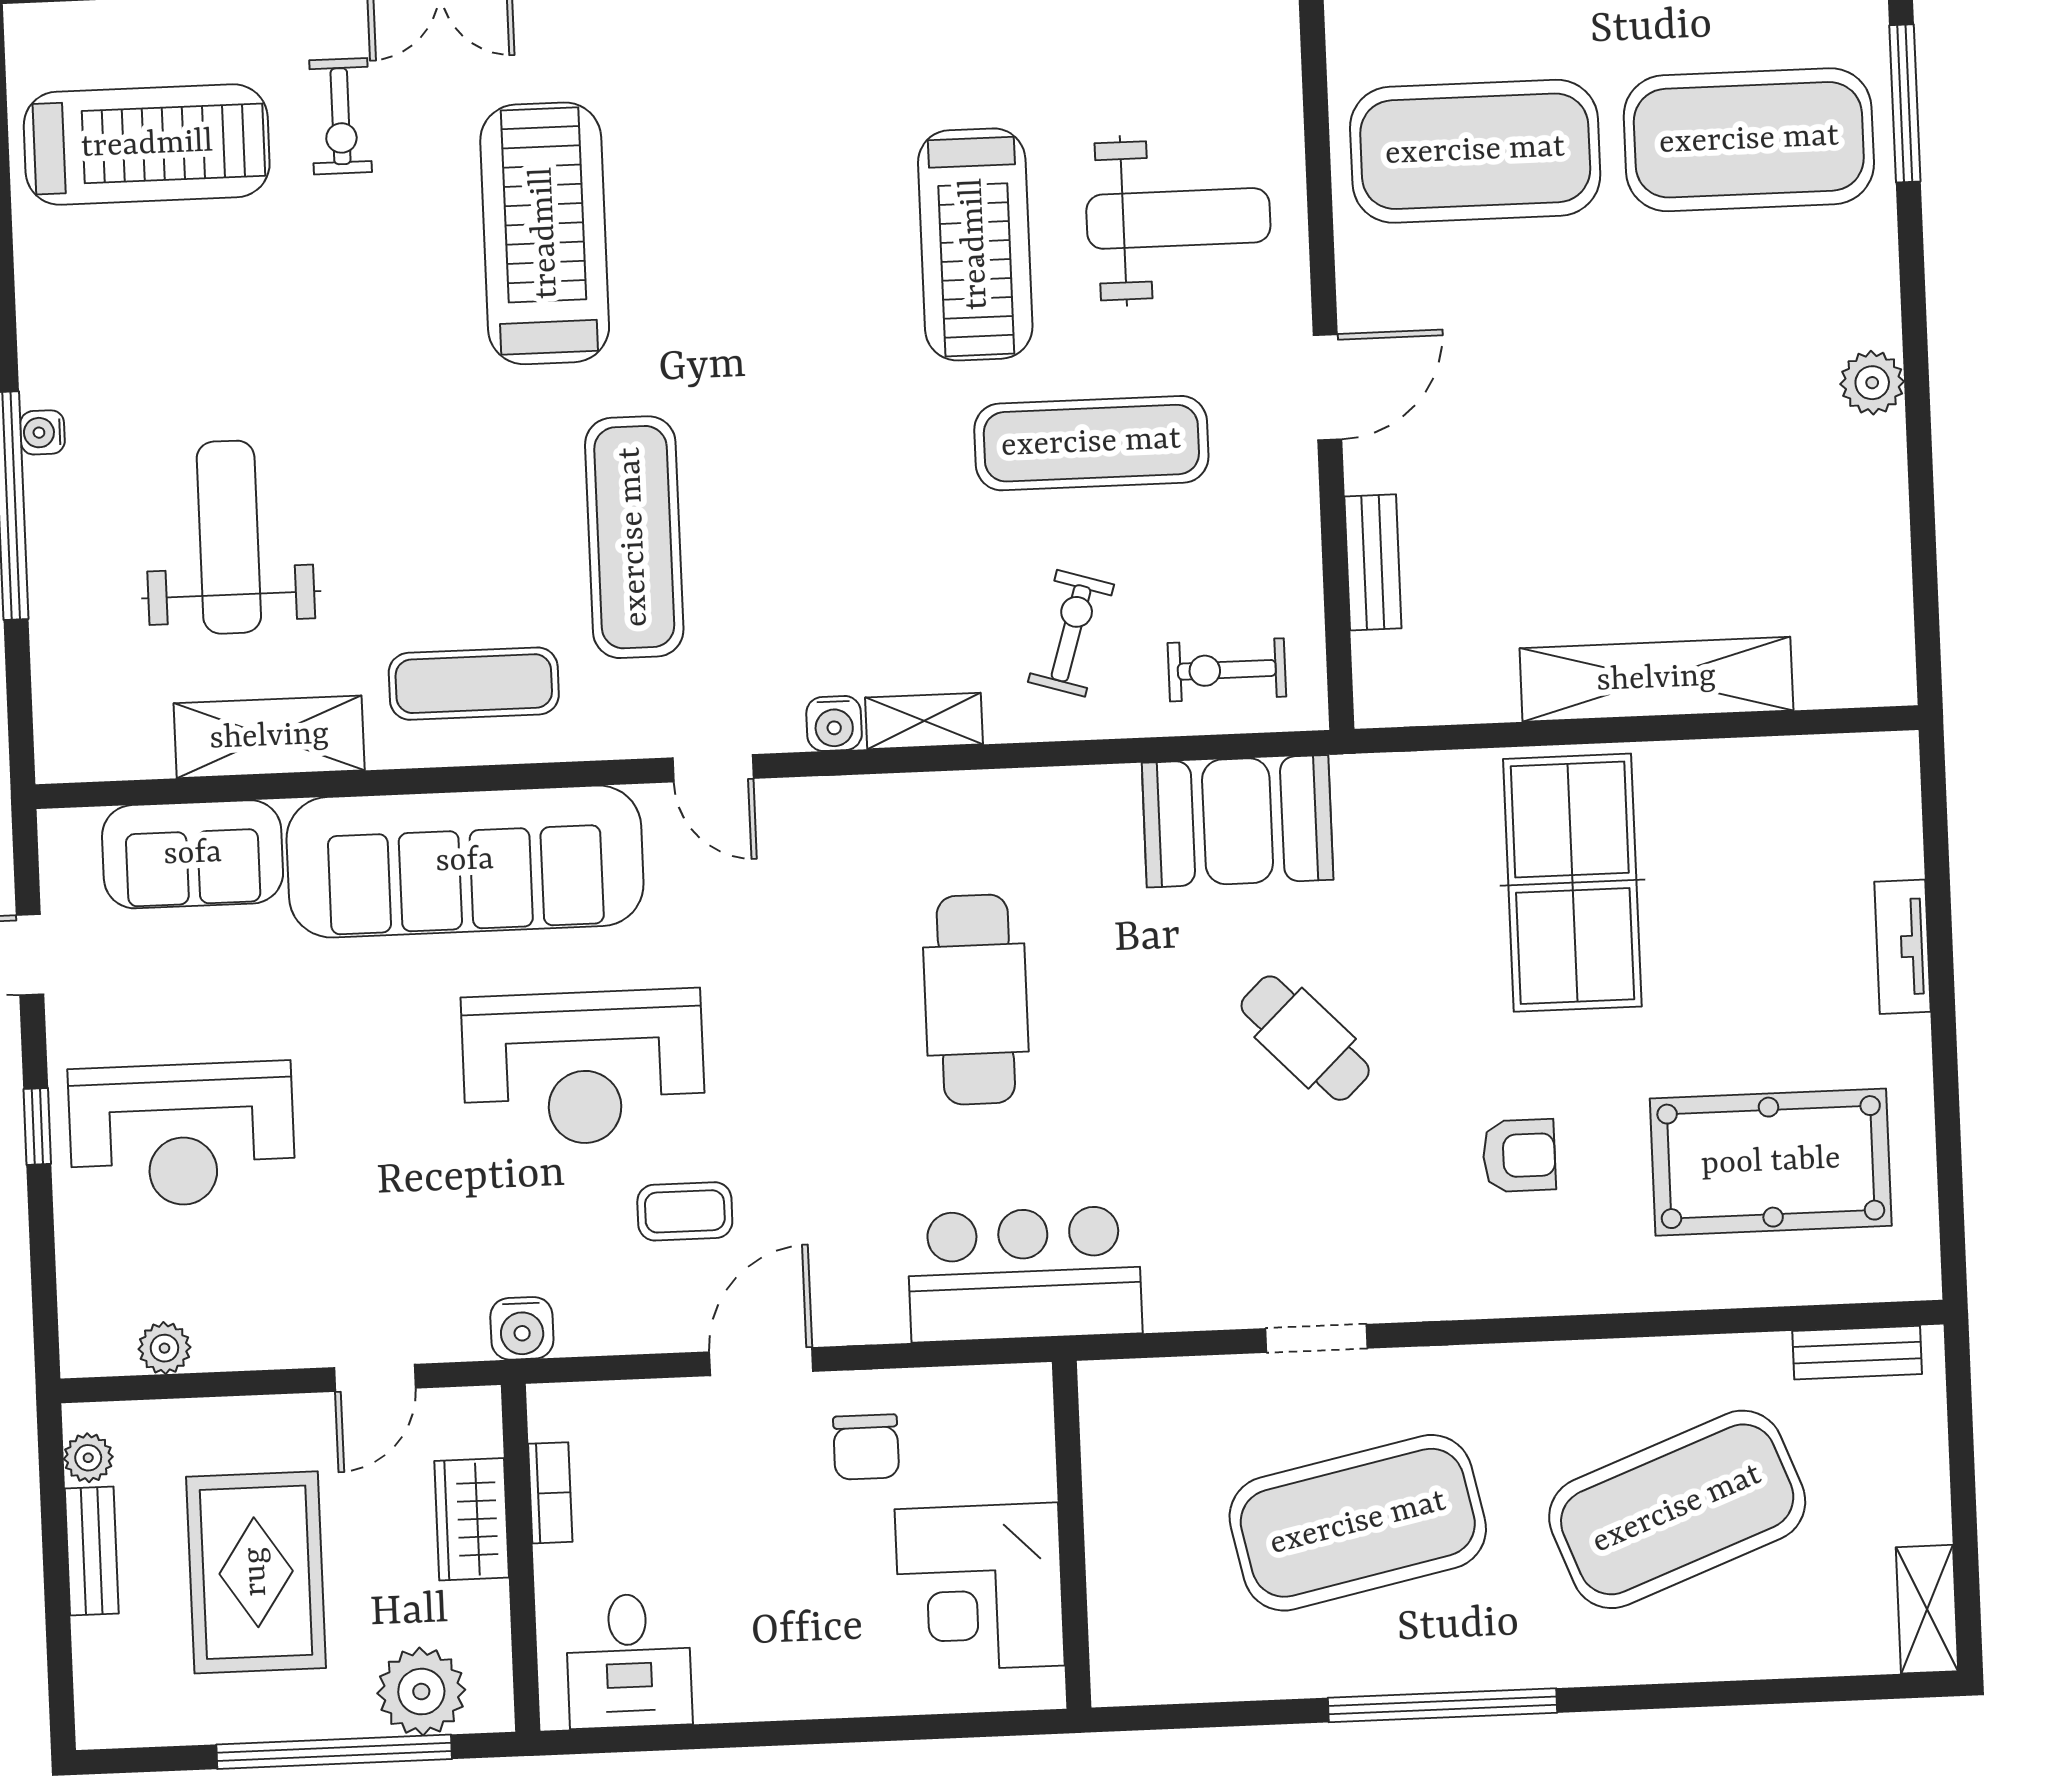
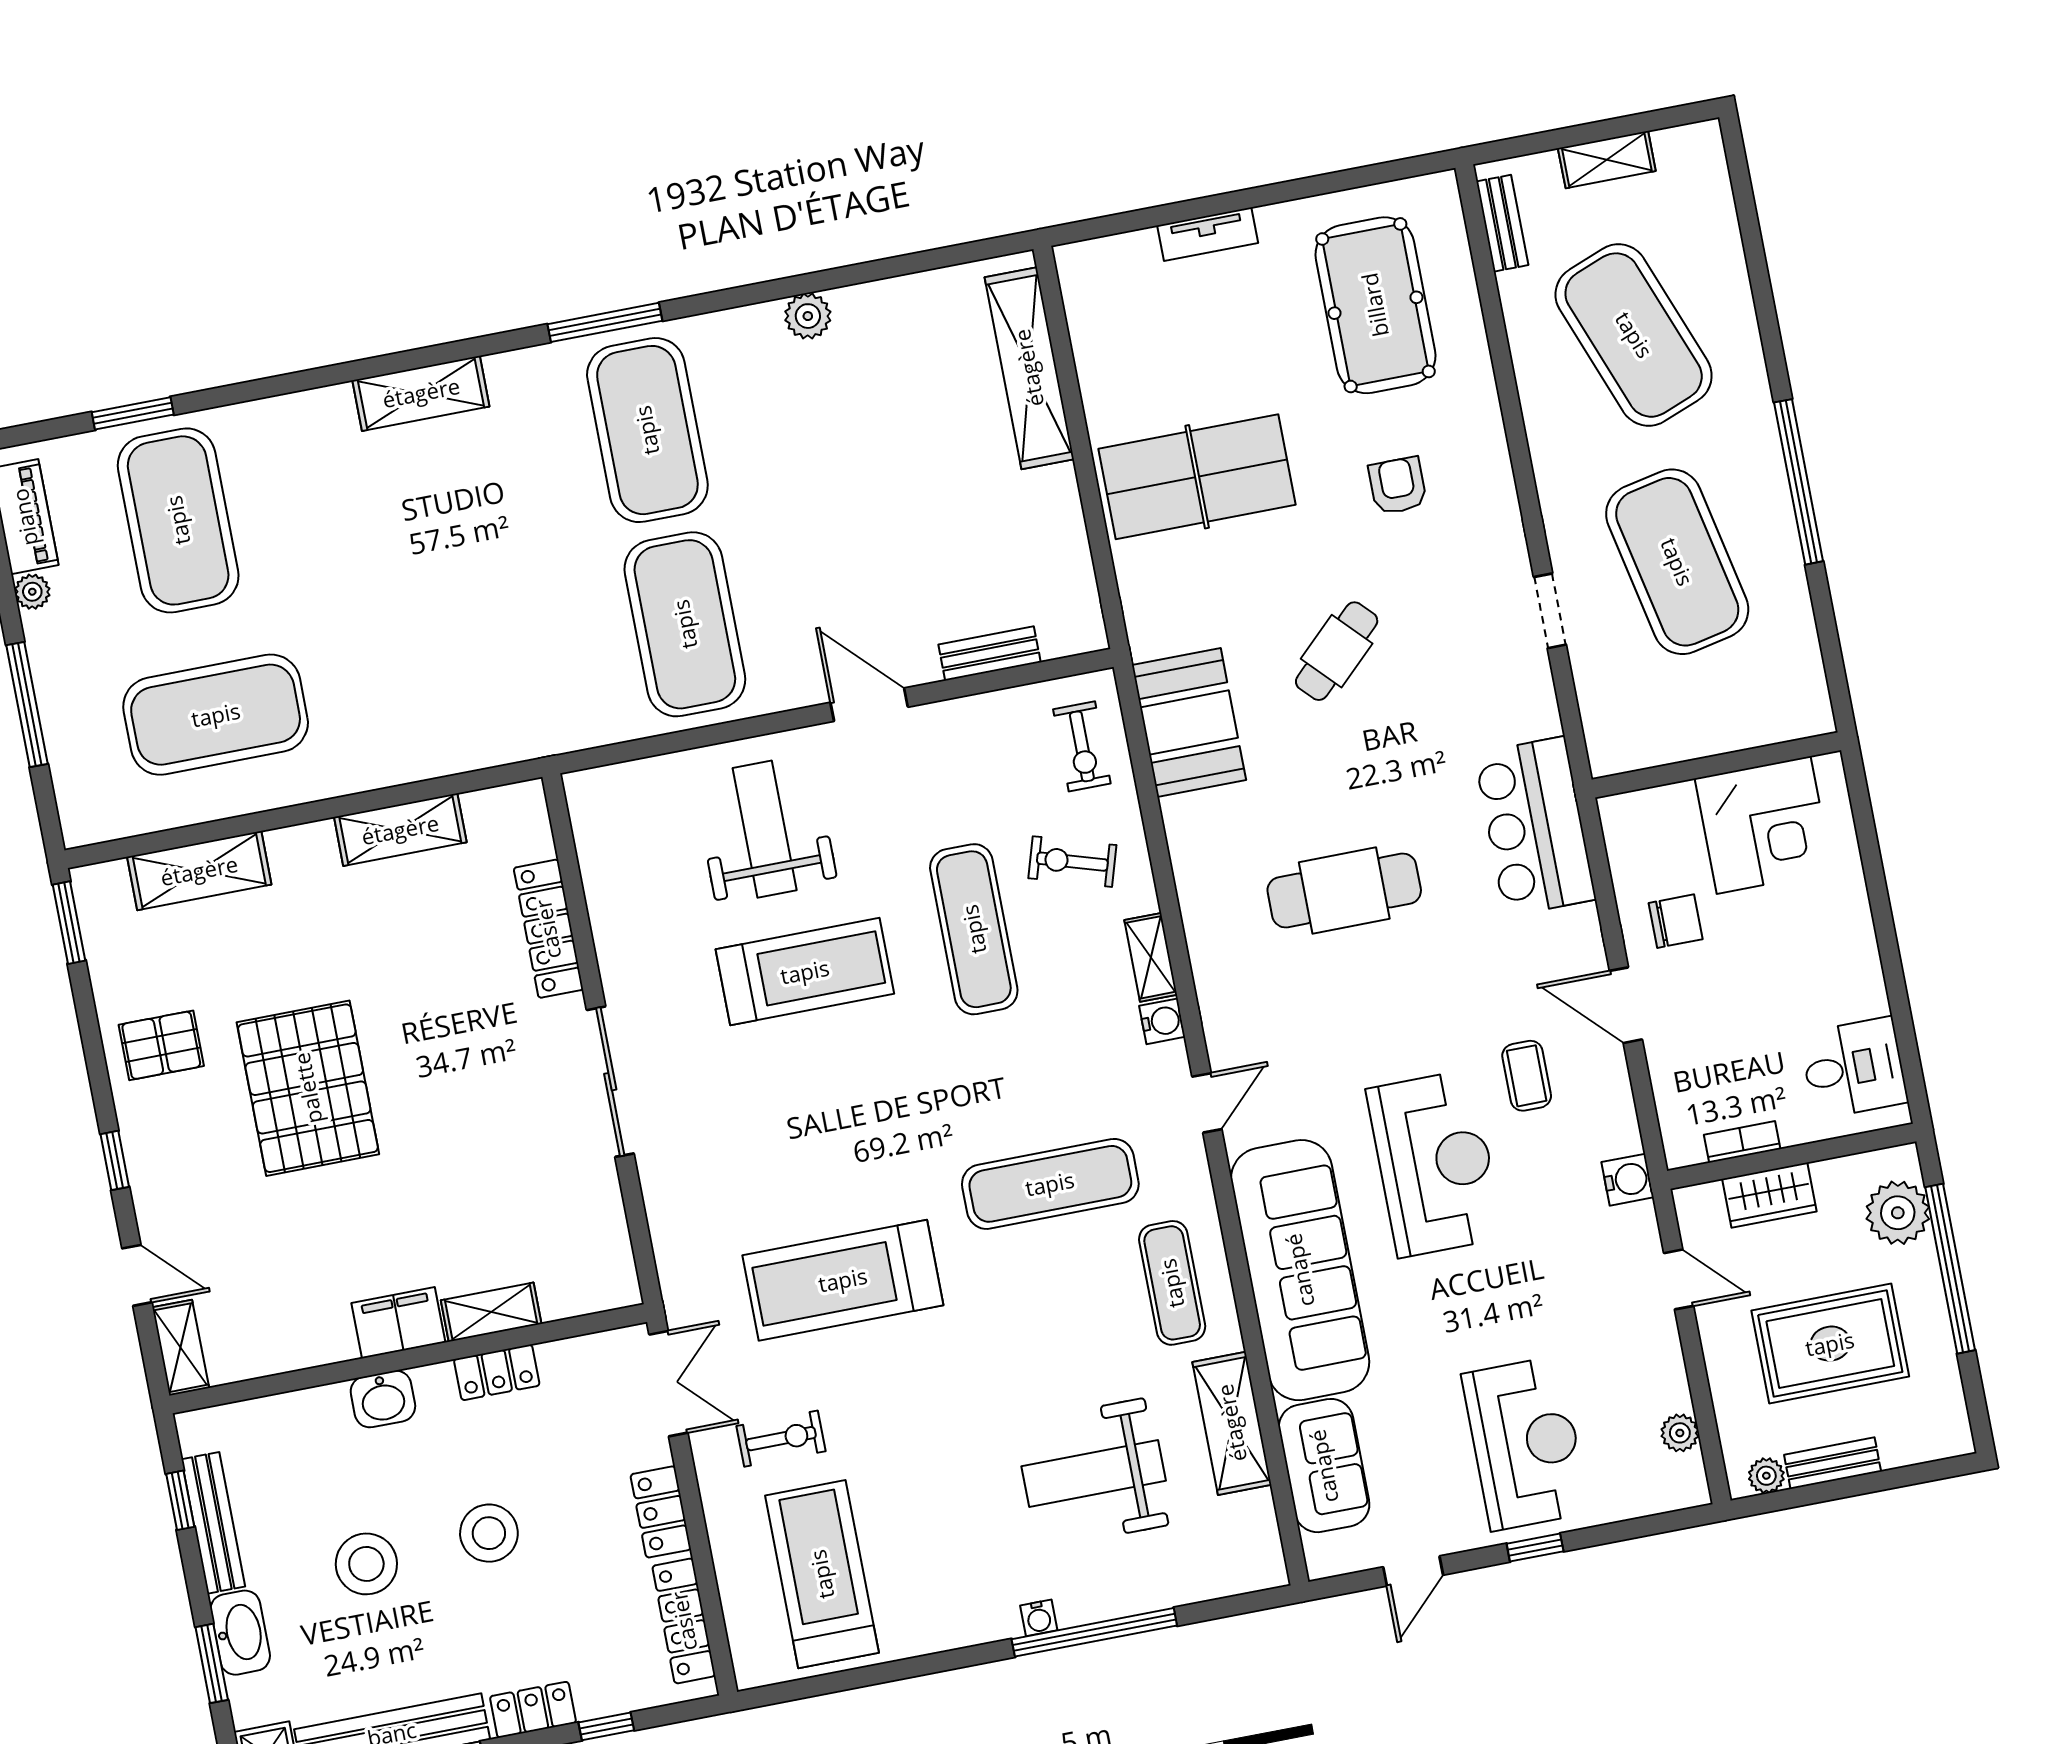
exercise mat: (1091, 443) -> (974, 929), moved
shelving: (1656, 679) -> (1029, 368), moved
shelving: (1927, 1609) -> (1607, 160), moved

